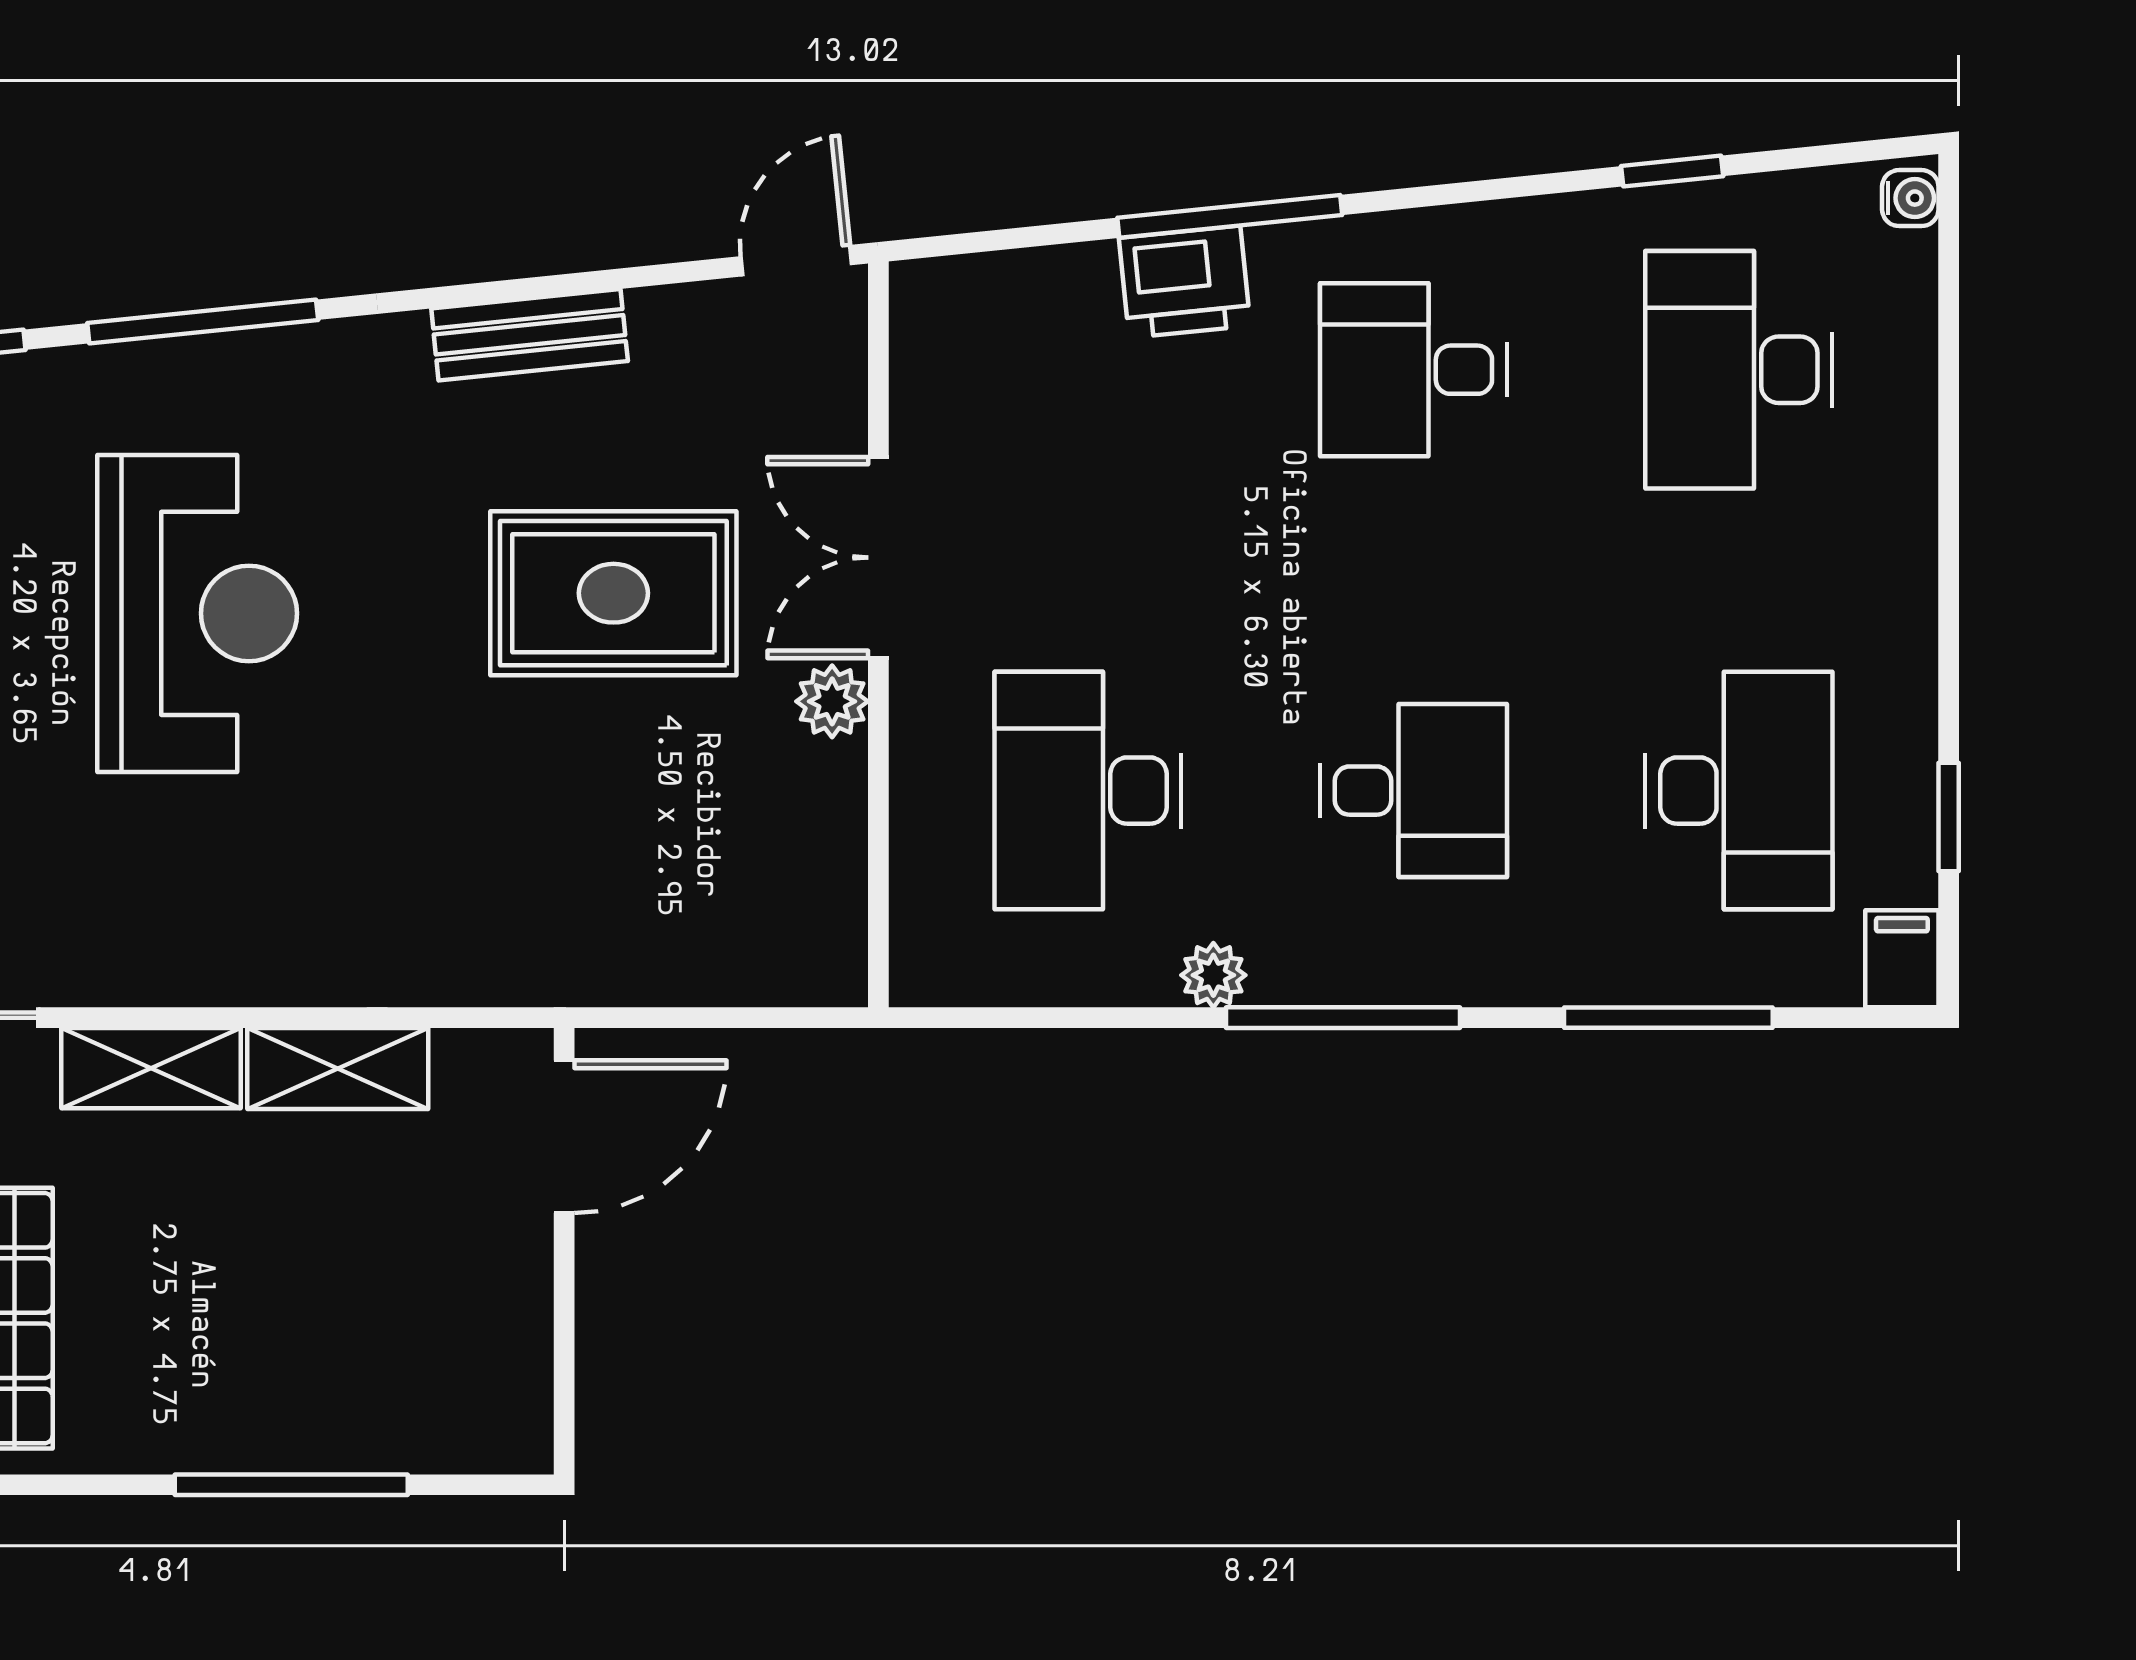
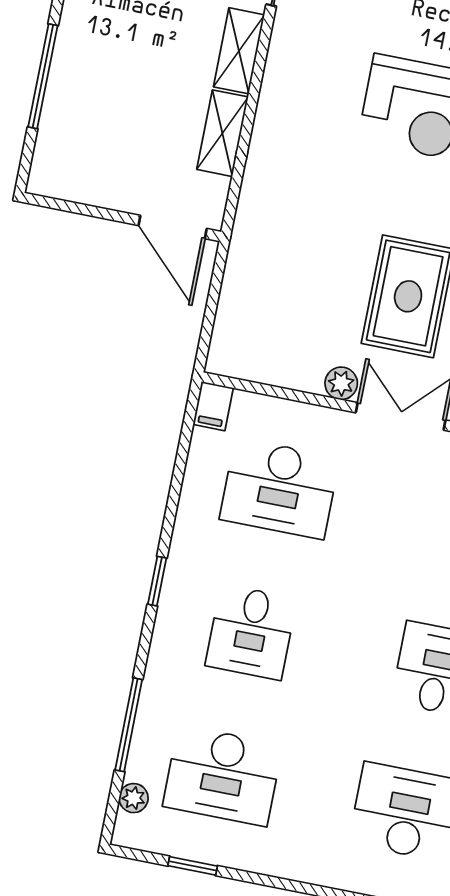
desk: (1088, 791) -> (279, 488), turned 180
filing cabinet: (1902, 959) -> (213, 406), moved, turned 90
plant: (1213, 975) -> (134, 798), moved
window: (1343, 1018) -> (157, 581), width x0.46

